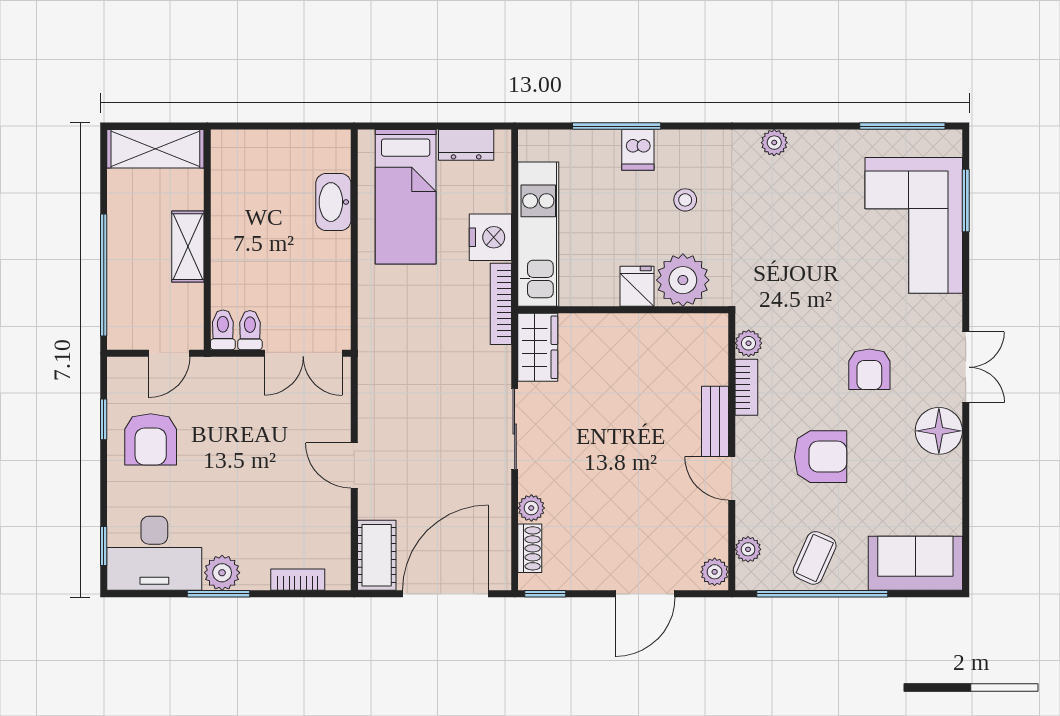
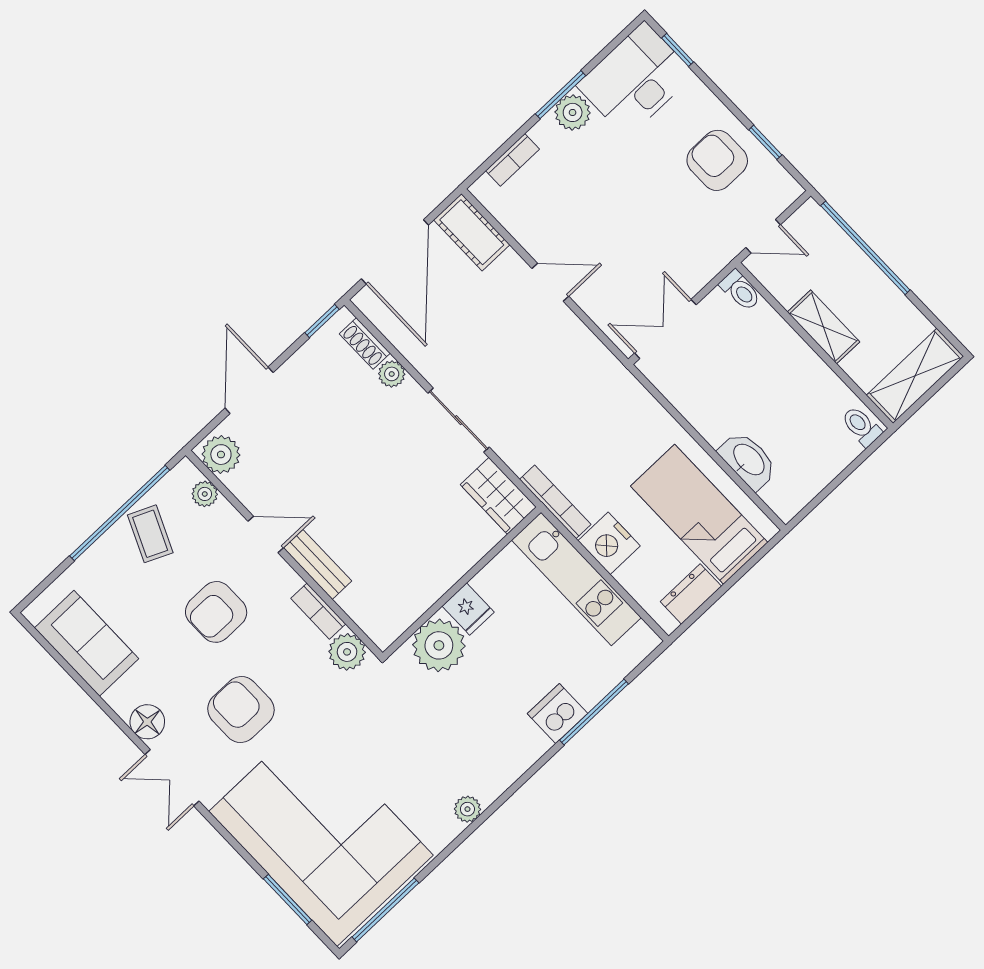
dishwasher: (638, 150) -> (557, 714), width x1.38
stool: (685, 200) -> (493, 706), removed
corner sofa: (914, 225) -> (321, 833), width x1.36, depth x1.36
toilet: (250, 330) -> (861, 426), moved, turned 180
plant: (749, 343) -> (347, 652), width x1.38, depth x1.38
door: (169, 353) -> (763, 236), swing flipped
armchair: (869, 369) -> (241, 709), width x1.38, depth x1.38
floor lamp: (939, 431) -> (147, 722), width x0.73, depth x0.73
sofa: (915, 563) -> (87, 643), moved, turned -90
plant: (715, 572) -> (221, 455), width x1.38, depth x1.38

